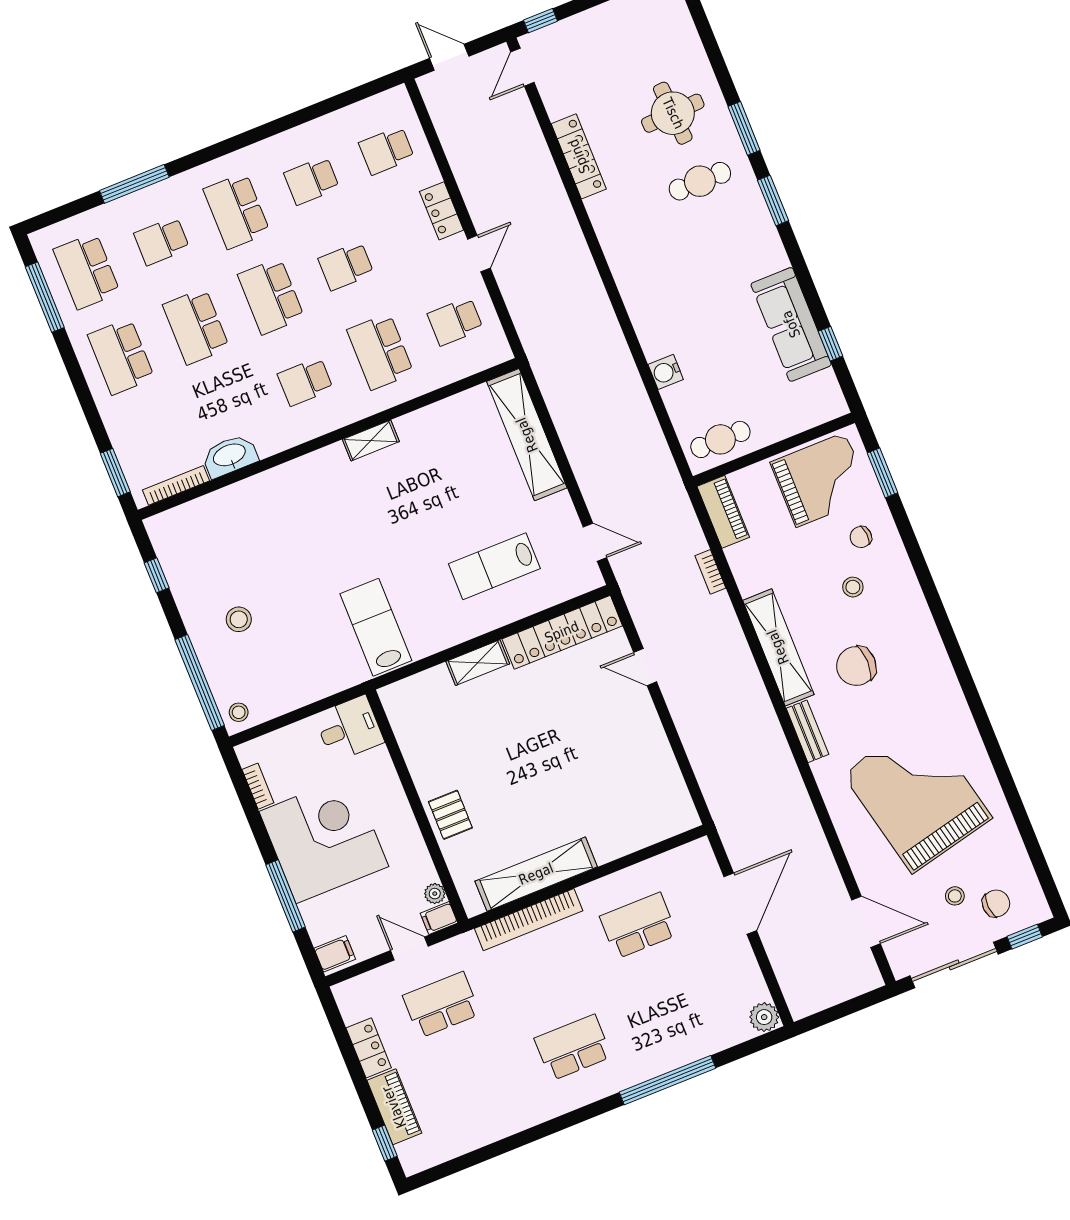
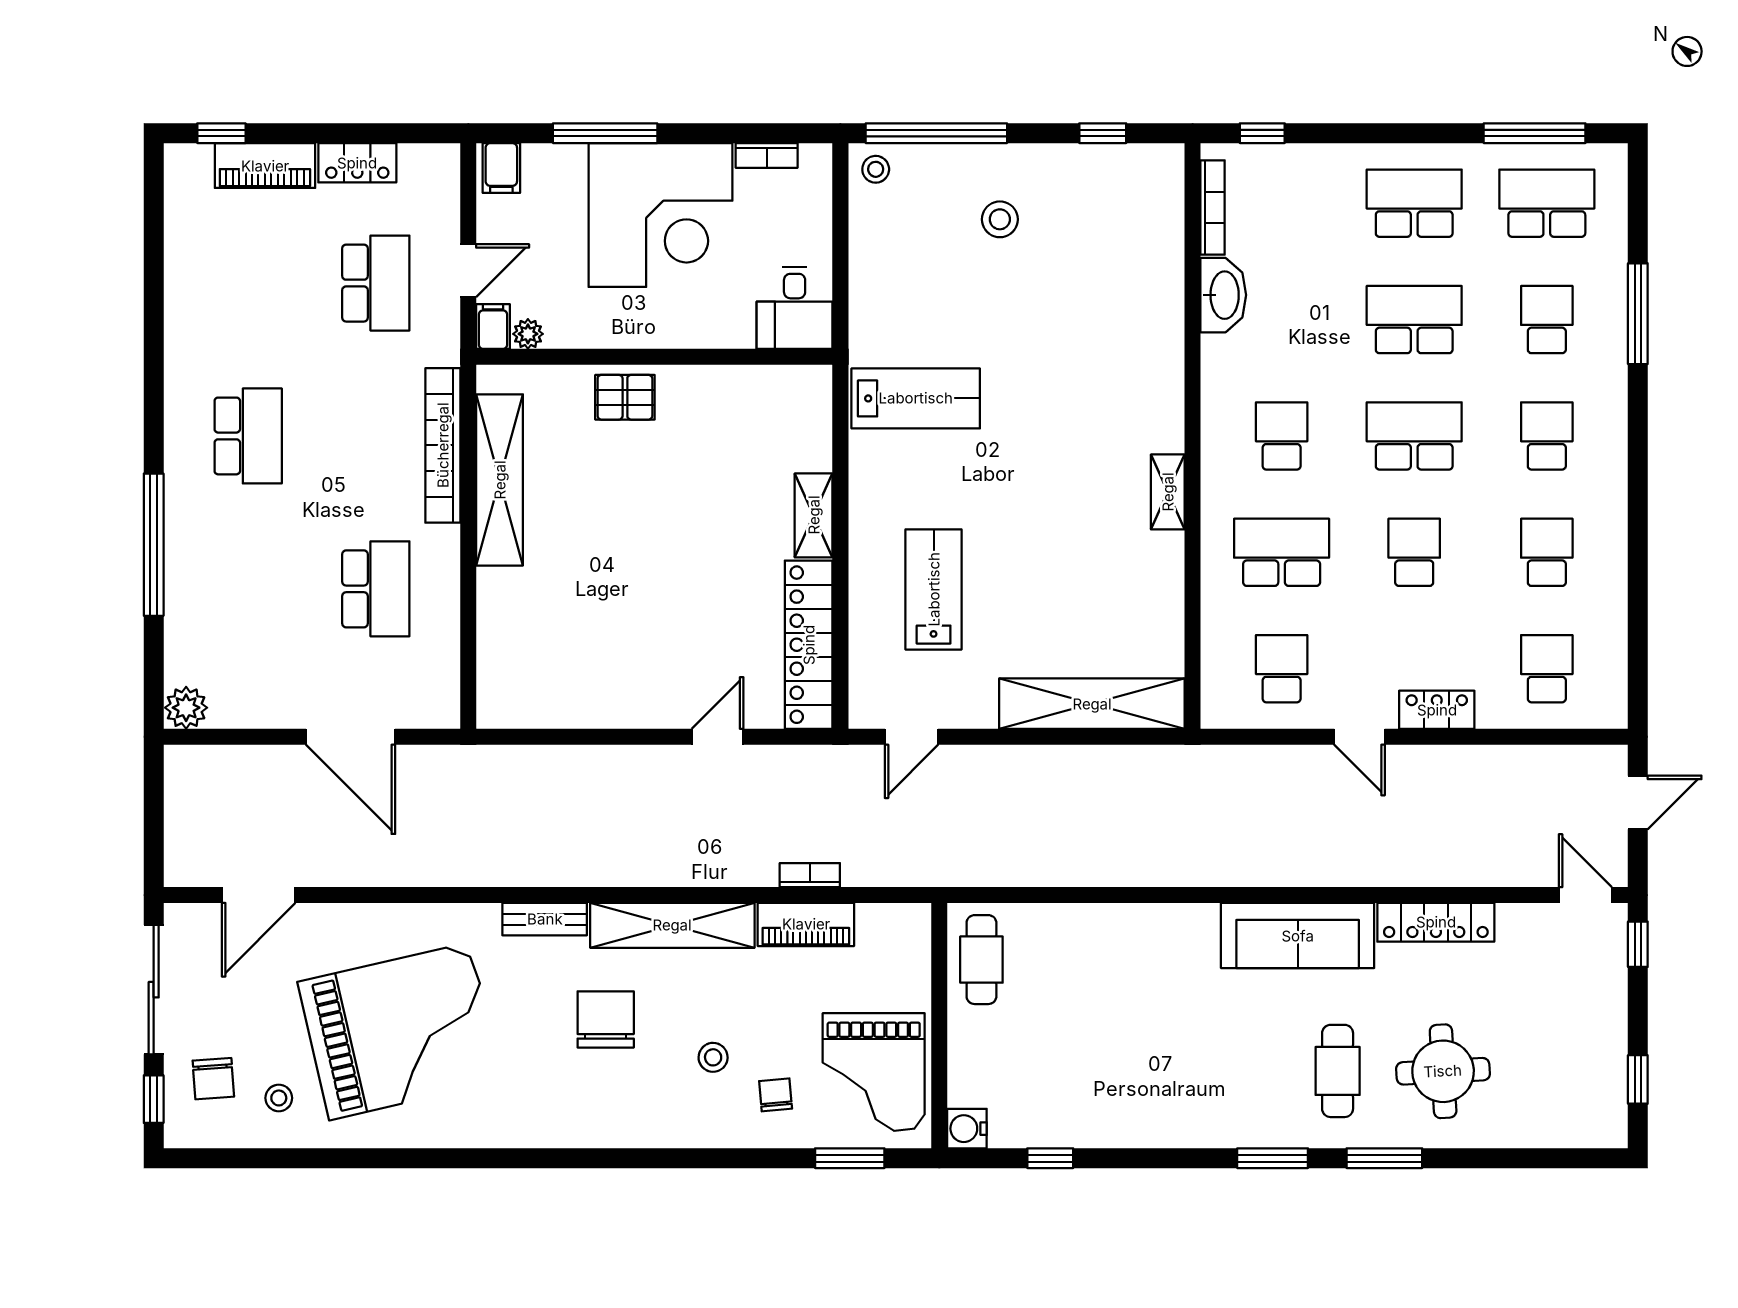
school desk: (237, 211) -> (1547, 436), width x0.54
sofa: (791, 324) -> (1298, 936), moved, turned 180
water cooler: (666, 372) -> (967, 1129), moved, turned -90
window: (115, 473) -> (1262, 133), width x0.67
piano: (723, 512) -> (806, 924), moved
stool: (955, 896) -> (279, 1098), moved

